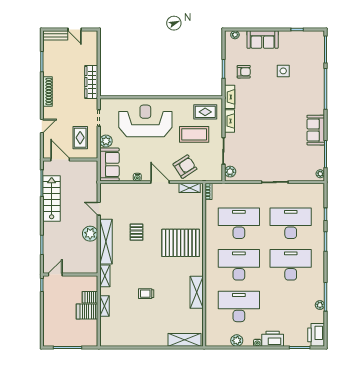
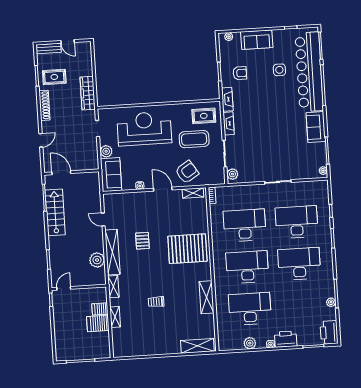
bar counter: (313, 75) -> (309, 72), added
rug: (80, 138) -> (54, 77), moved, turned 90
plant: (90, 234) -> (97, 260), moved

